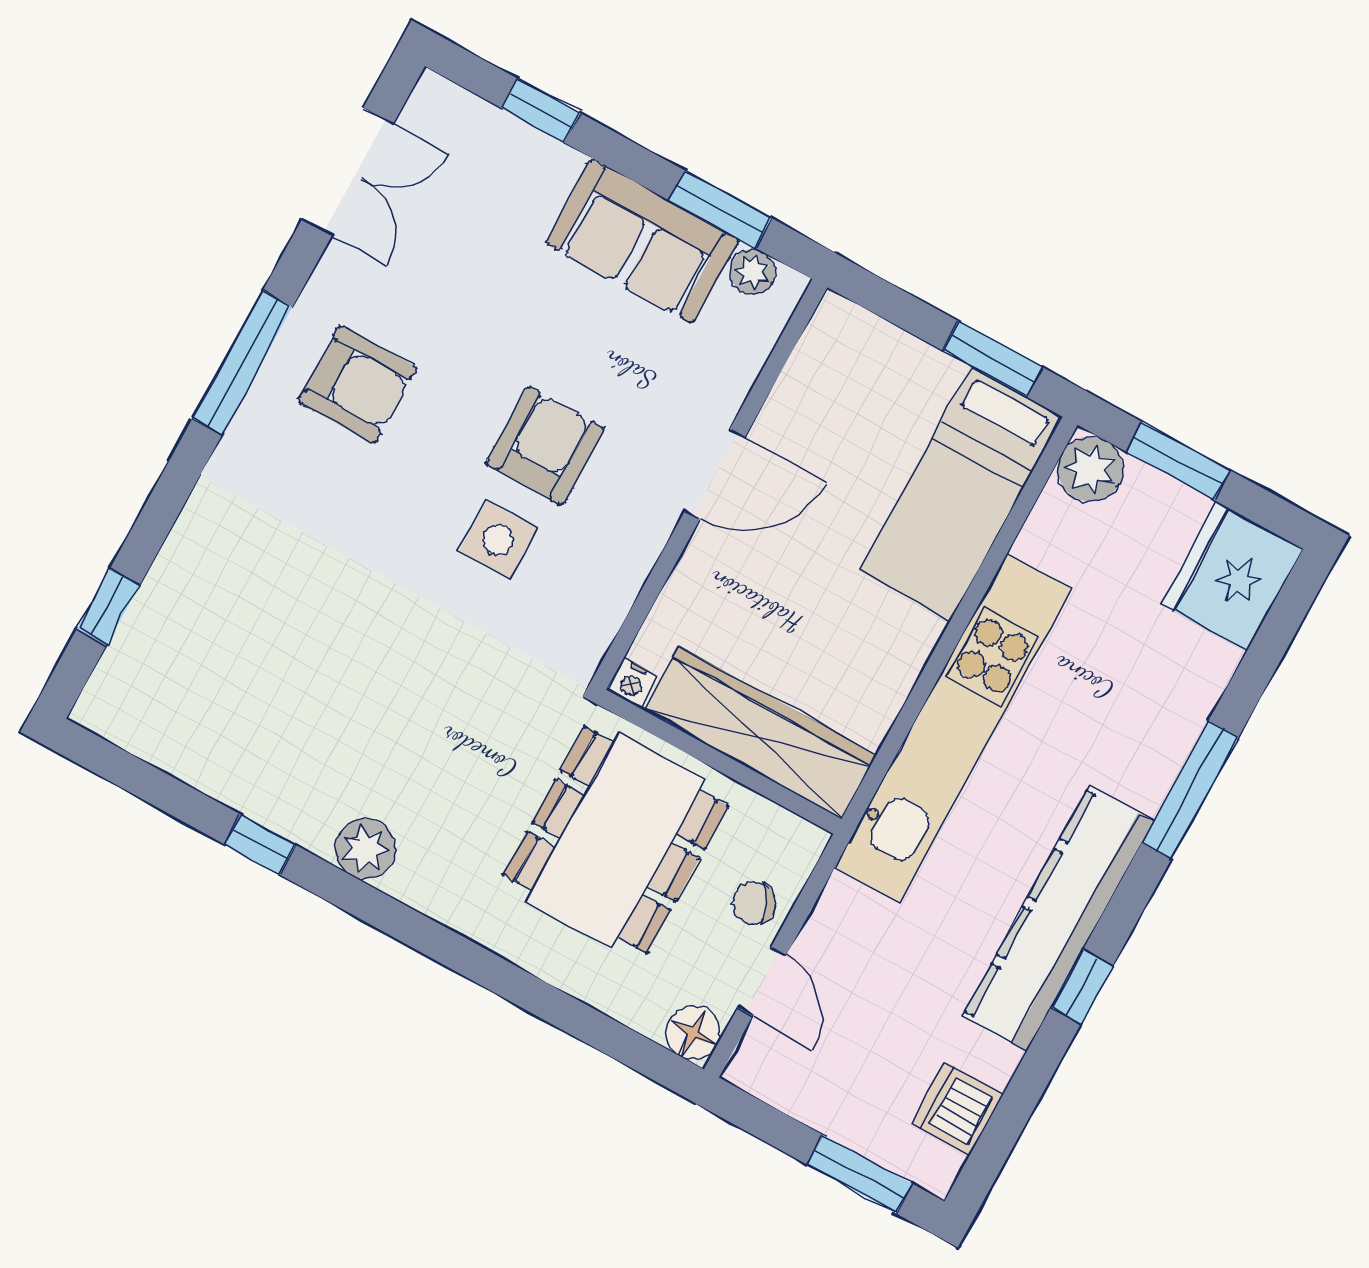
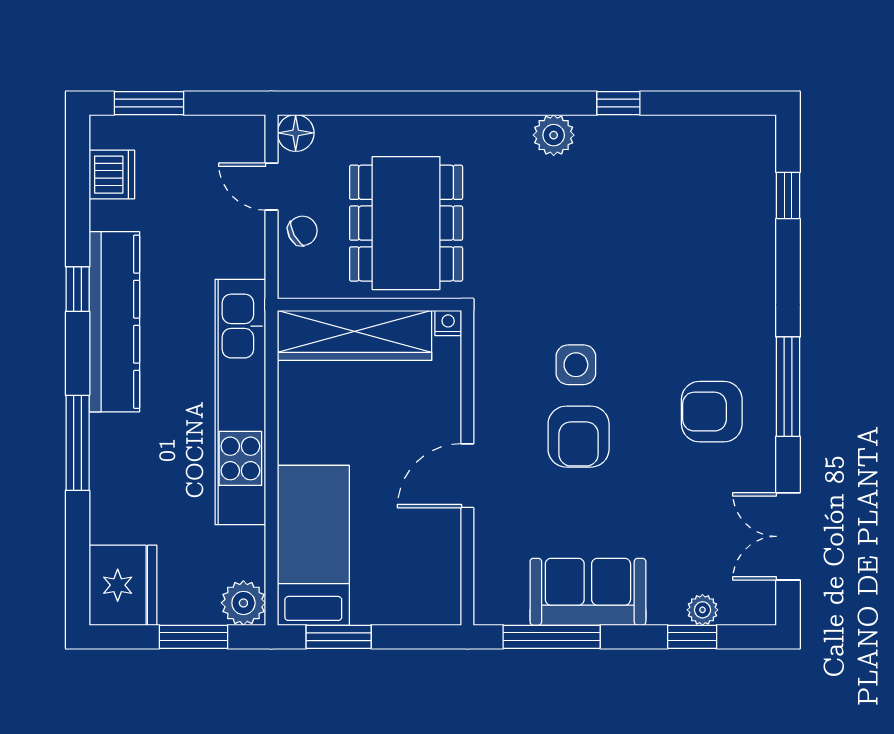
window: (720, 209) -> (552, 637), width x1.44
plant: (753, 272) -> (702, 610), moved

